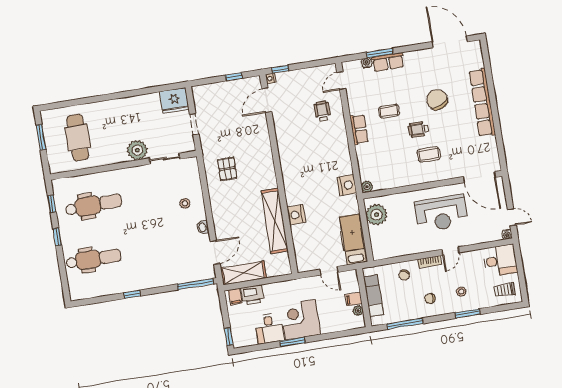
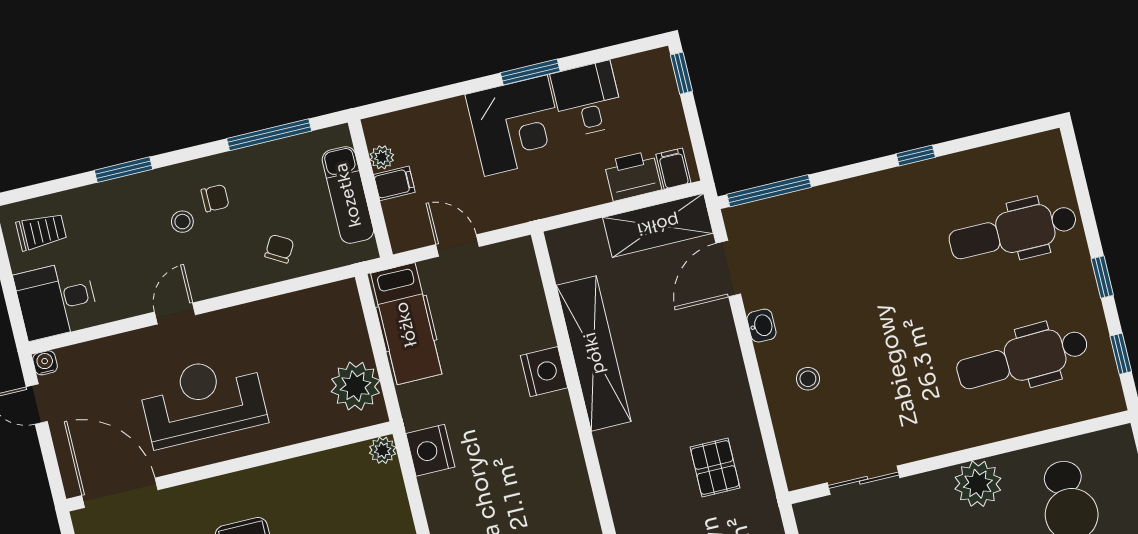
plant: (137, 150) -> (978, 484), moved
bookcase: (430, 262) -> (222, 284), removed
stool: (461, 292) -> (182, 222), moved

